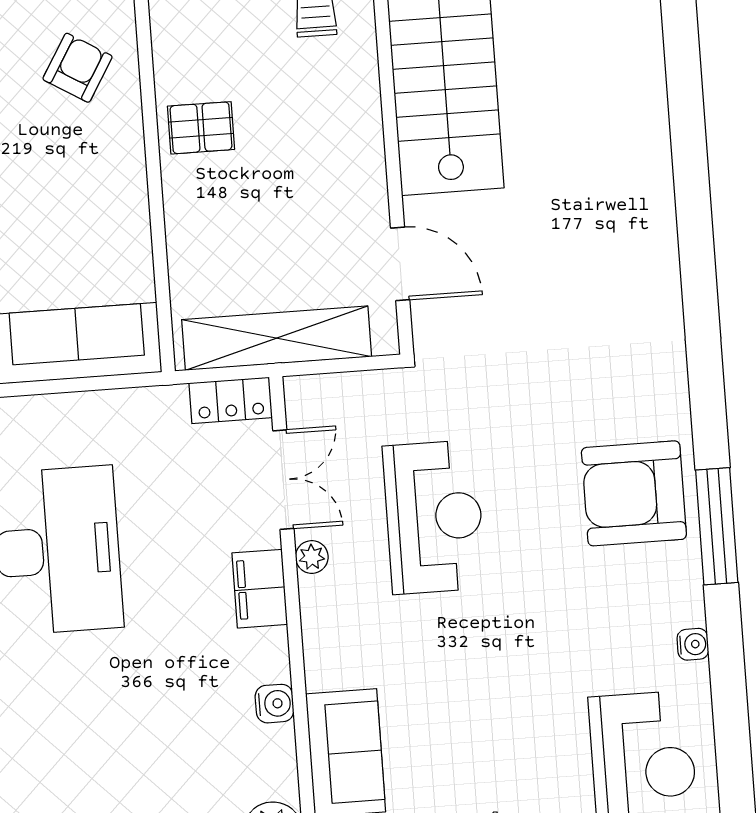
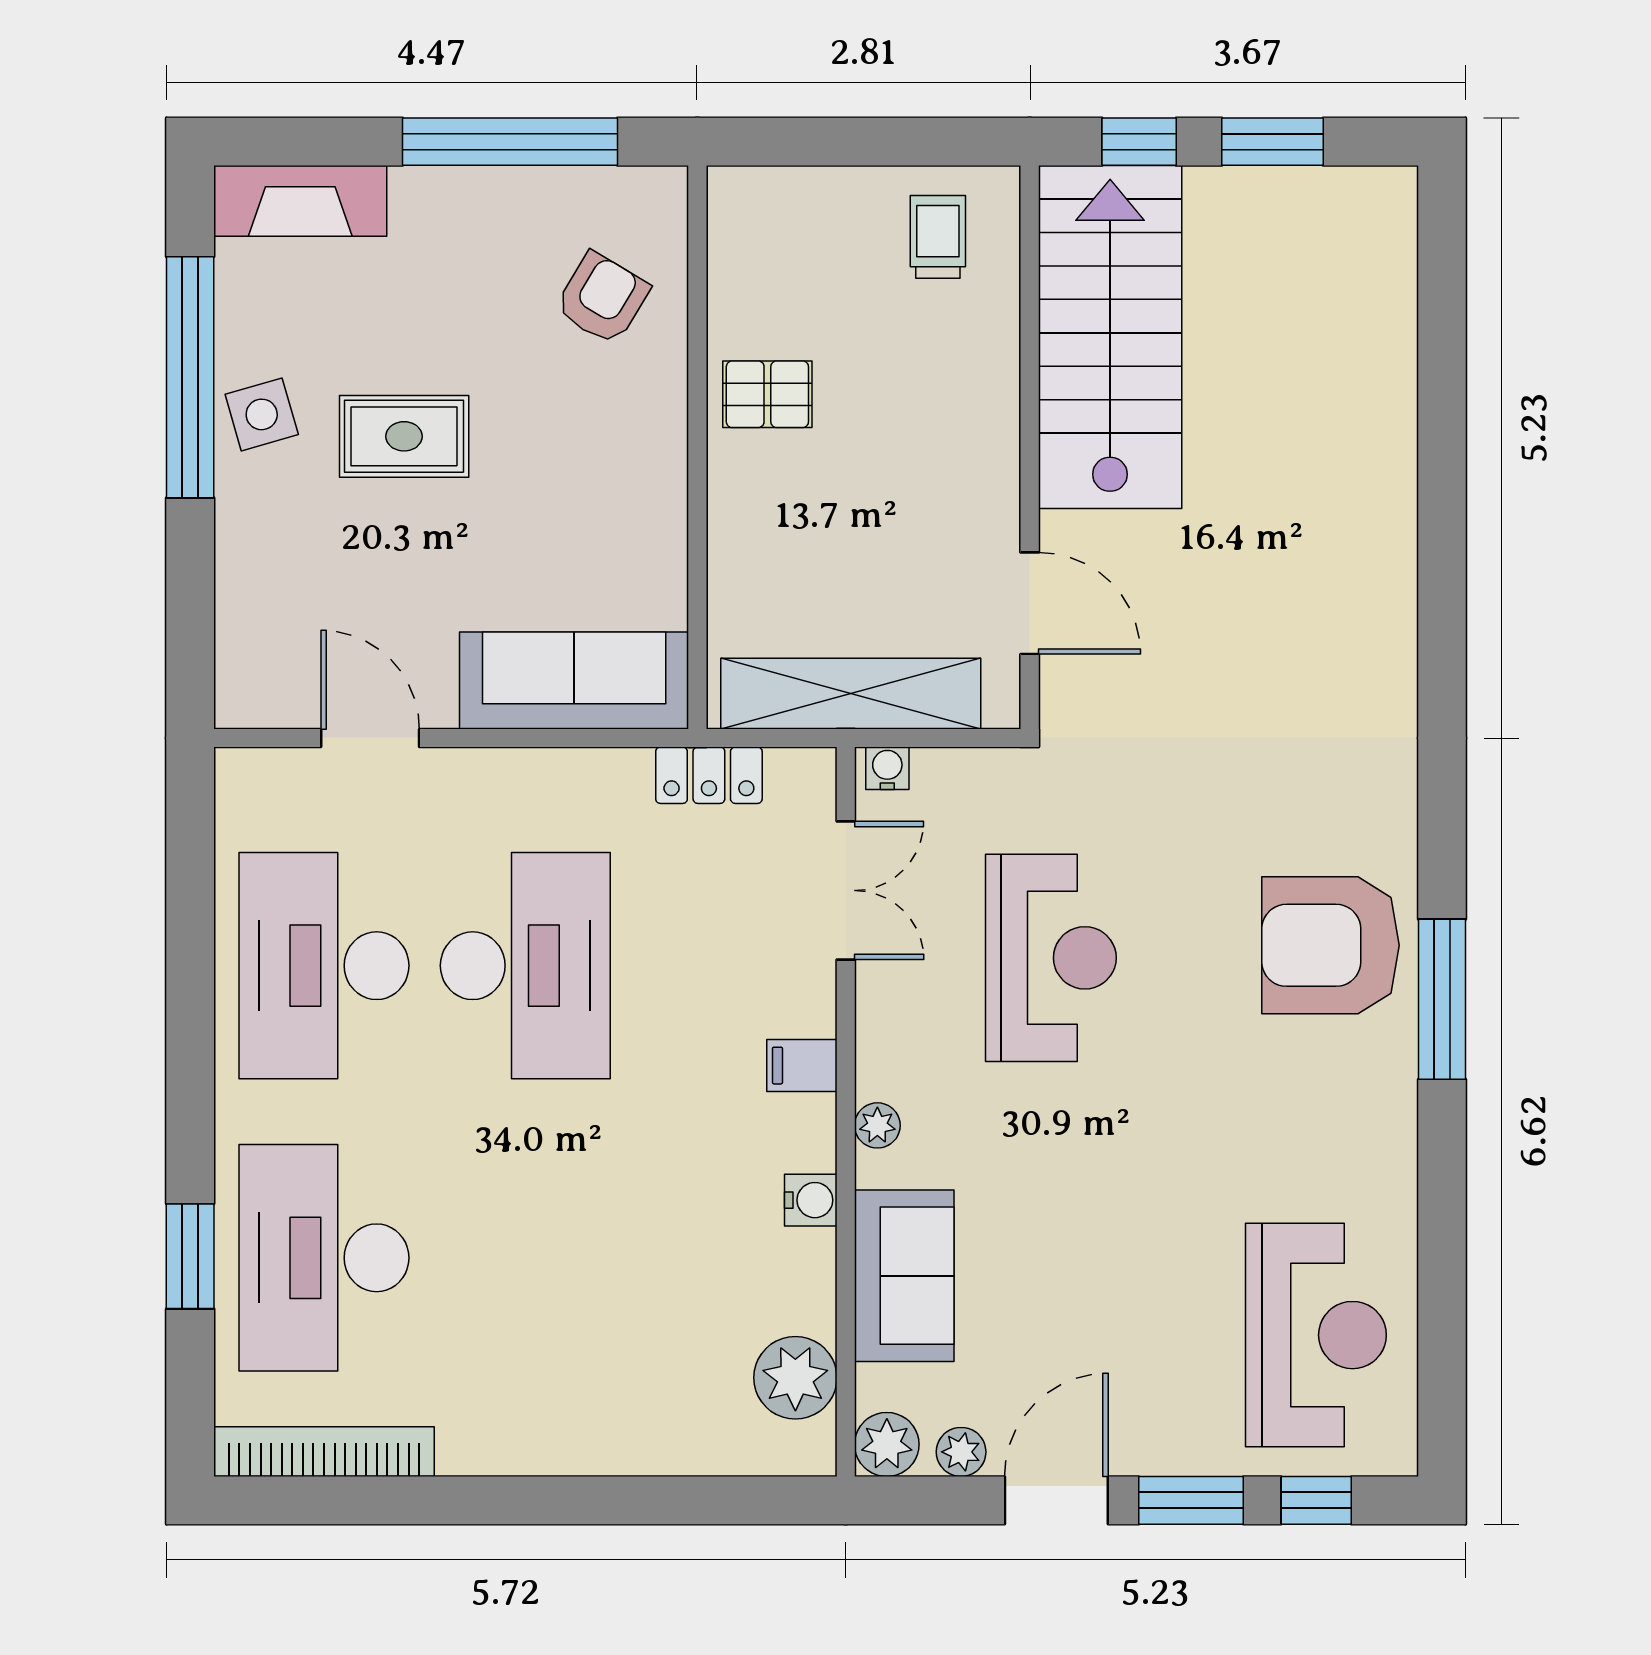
locker: (231, 400) -> (709, 775), moved
plant: (312, 557) -> (877, 1125), moved
filing cabinet: (260, 589) -> (802, 1066), width x0.50
water cooler: (693, 644) -> (887, 768), moved, turned -90

